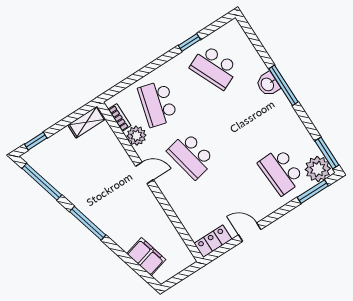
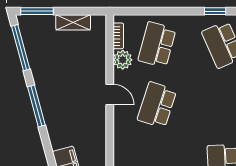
shelving: (87, 122) -> (73, 22), moved
window: (36, 141) -> (37, 11), width x1.50
school desk: (191, 156) -> (157, 105), turned 30

